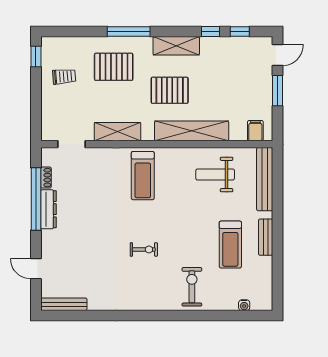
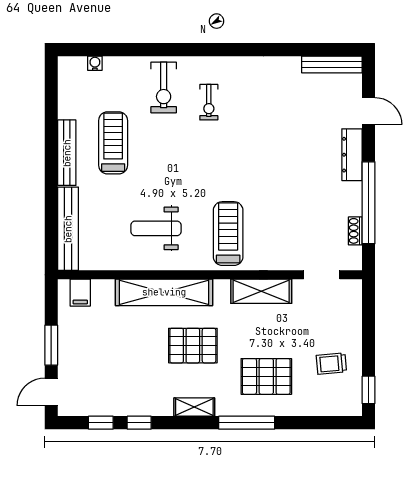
shelving: (176, 46) -> (194, 407), width x0.67, depth x0.75
weight bench: (215, 174) -> (156, 228), moved, turned 180
dresser: (48, 209) -> (352, 155), moved
bench: (266, 237) -> (67, 153), width x1.36
exercise bike: (144, 249) -> (209, 102), moved, turned -90

